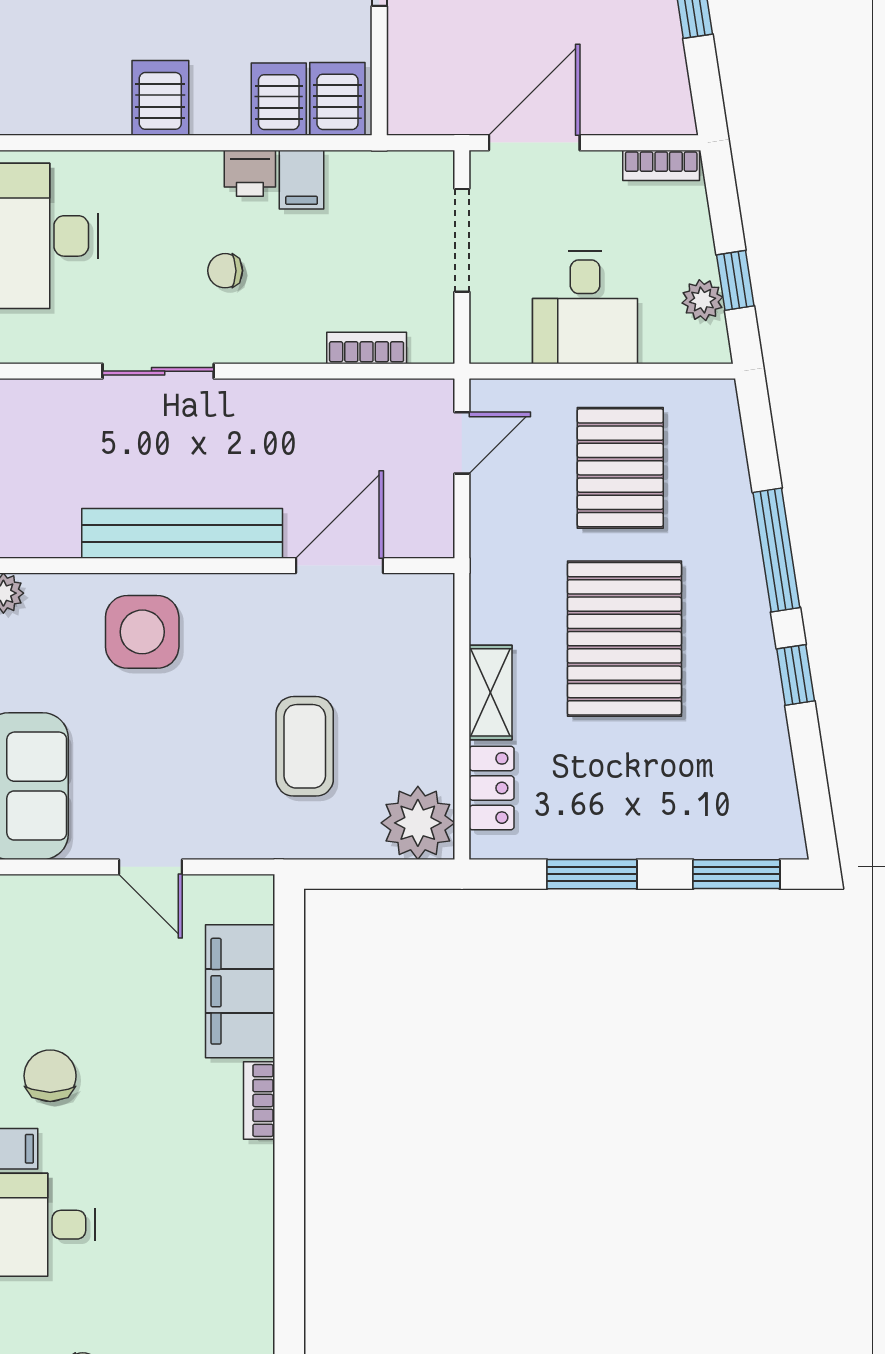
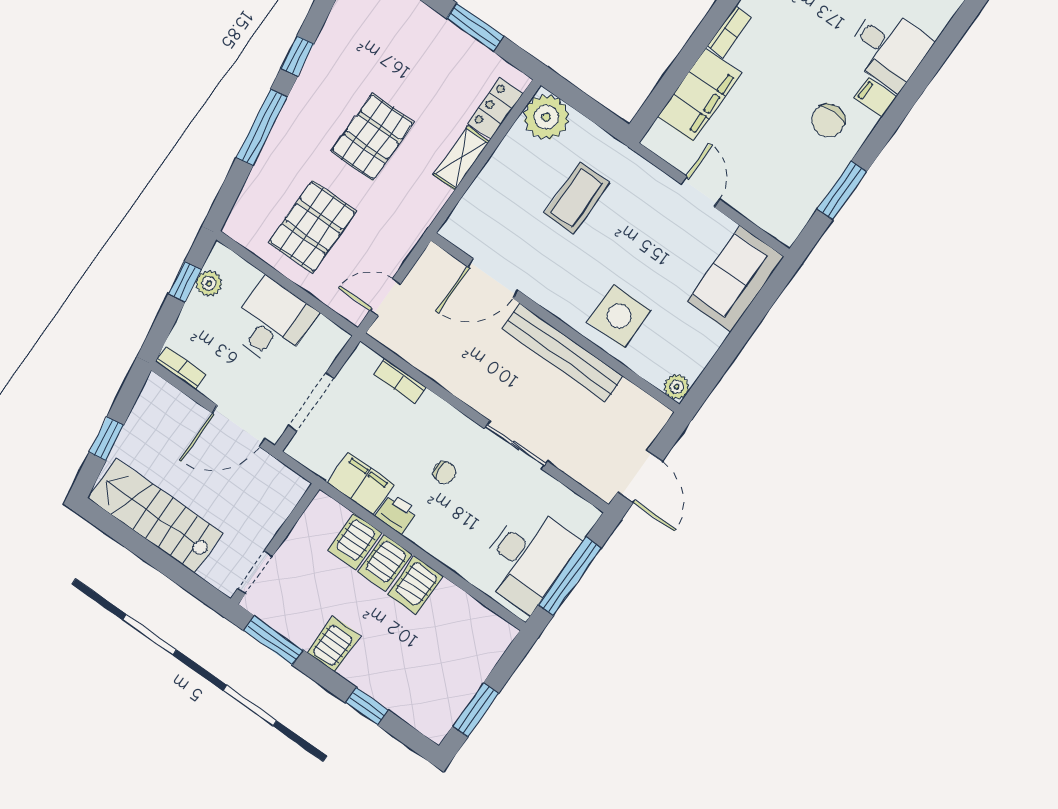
server rack: (337, 99) -> (385, 563), moved
filing cabinet: (302, 180) -> (361, 484), width x2.00
pallet: (624, 639) -> (373, 137), width x0.73, depth x0.71

